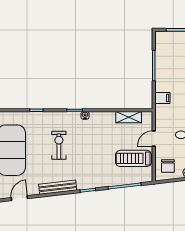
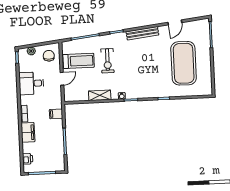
shelving: (129, 117) -> (100, 95), moved
exercise bike: (59, 145) -> (107, 61), moved

